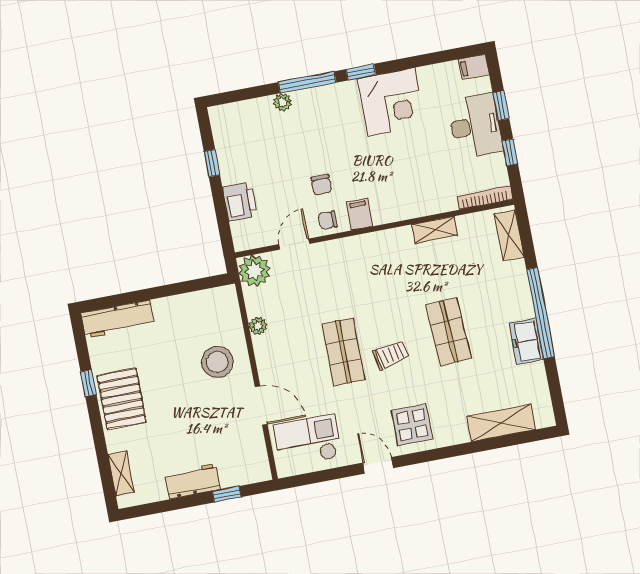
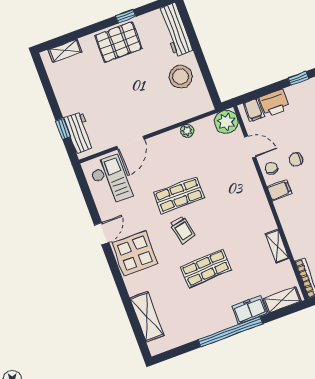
filing cabinet: (245, 231) -> (254, 110), added
freezer: (526, 341) -> (250, 310), moved
stool: (217, 362) -> (181, 77), moved
display table: (412, 425) -> (135, 253), width x1.36, depth x1.36
workbench: (193, 481) -> (79, 133), moved

